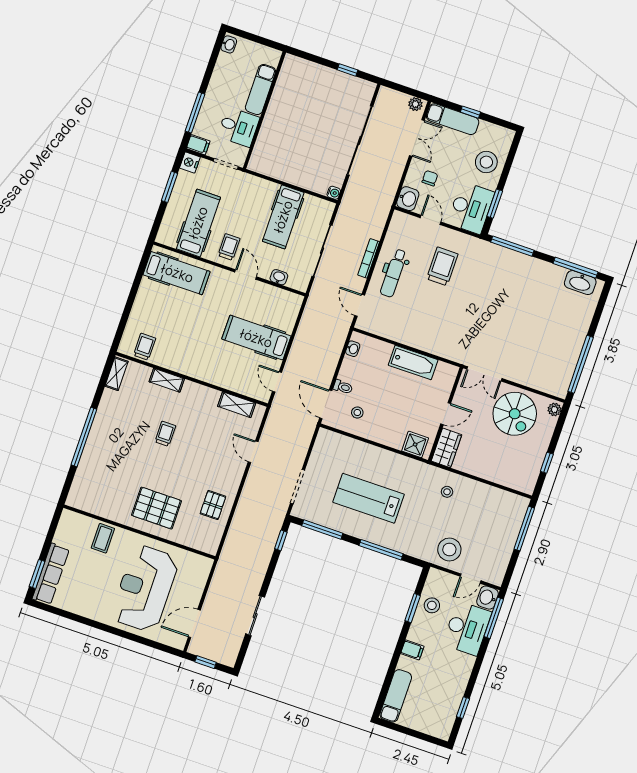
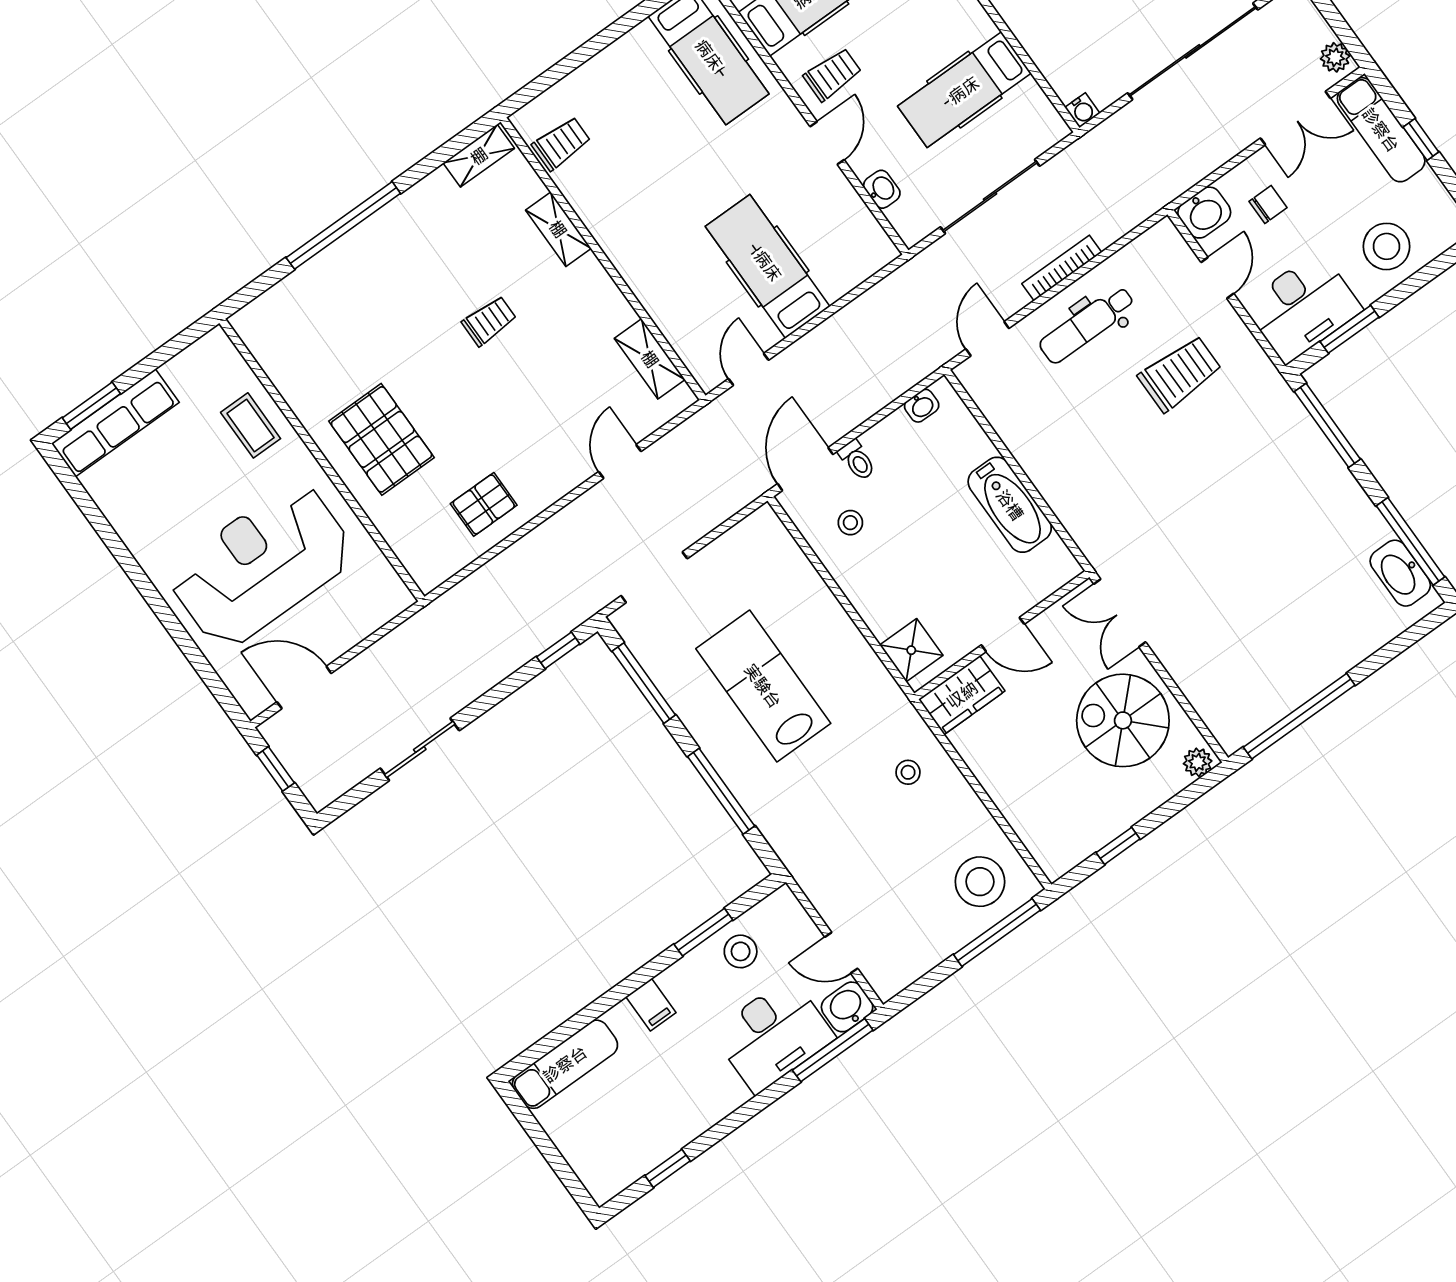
spiral stairs: (515, 414) -> (1123, 720), turned 90
coffee table: (103, 538) -> (251, 425), turned 90
stool: (449, 550) -> (980, 882), moved

